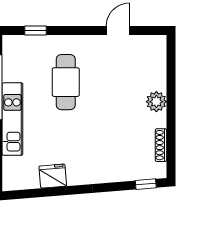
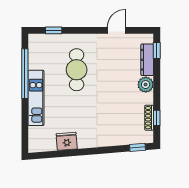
window: (171, 57) -> (157, 51), added
dresser: (158, 69) -> (147, 60), added
window: (171, 145) -> (157, 118), added

